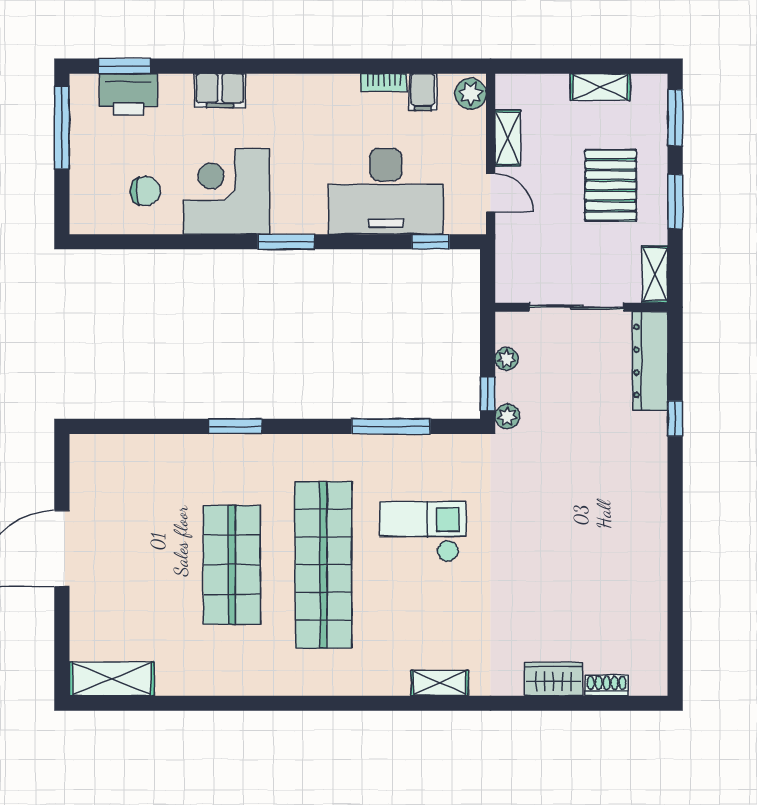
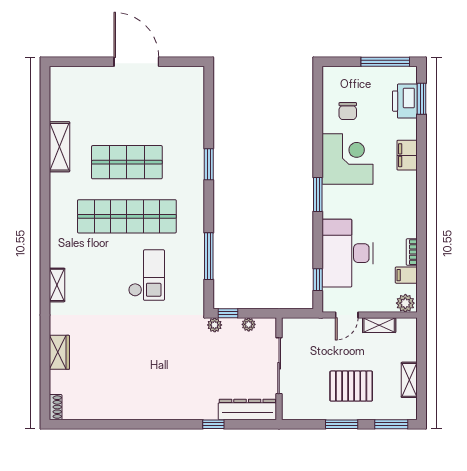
shelving: (655, 274) -> (299, 412), removed
shelving: (112, 679) -> (59, 147), moved
shoe rack: (607, 685) -> (56, 407), moved

